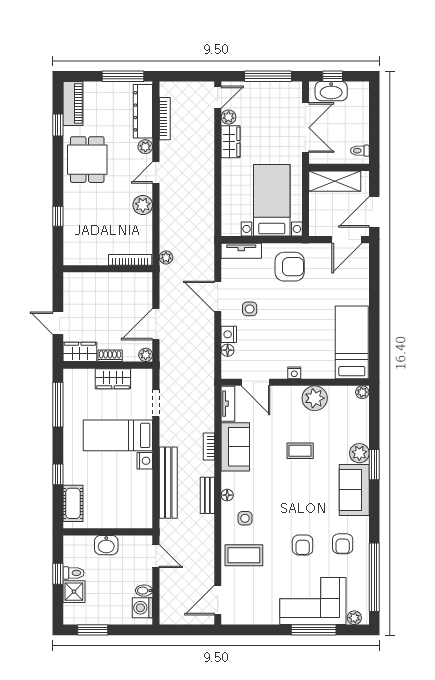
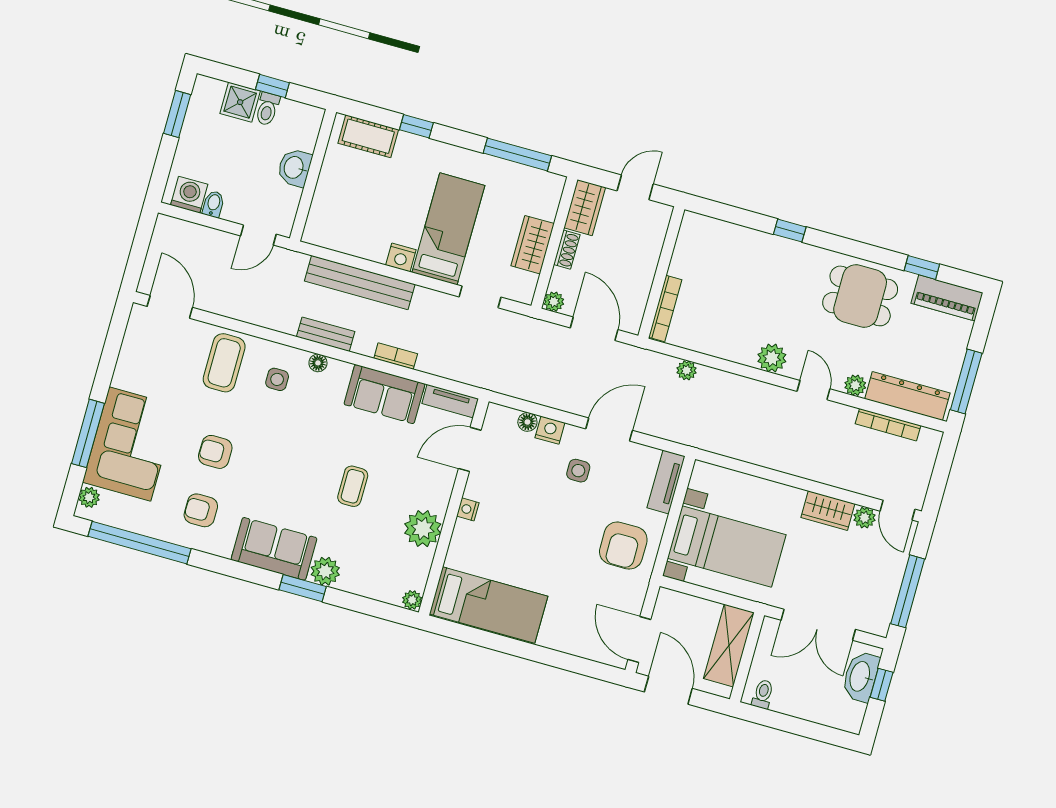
bookcase: (130, 260) -> (665, 308), moved
wall: (108, 269) -> (661, 272), moved

